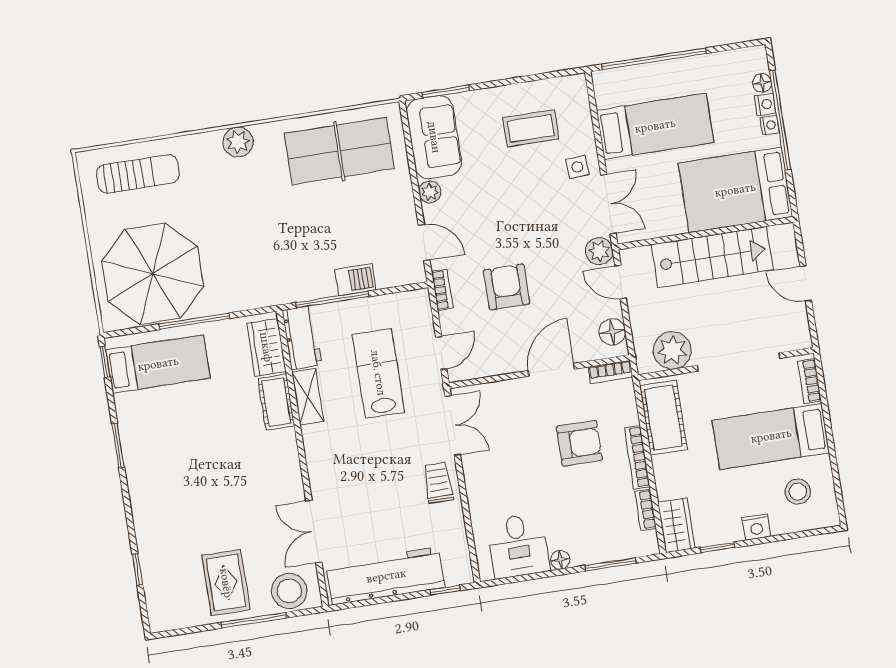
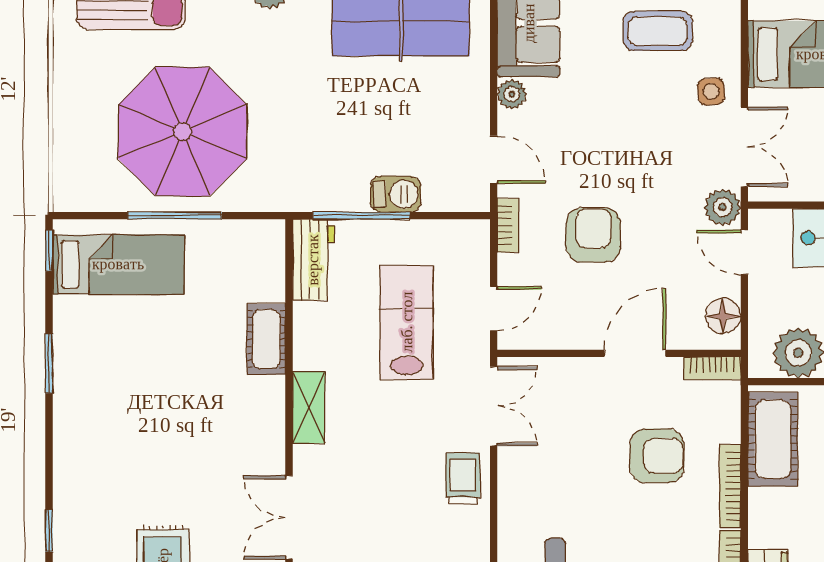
parasol: (153, 274) -> (183, 132), moved
wardrobe: (266, 347) -> (265, 265), removed
shelving: (308, 397) -> (309, 407), moved

